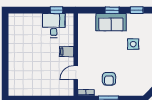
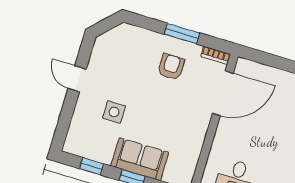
filing cabinet: (67, 52) -> (227, 133), removed
door: (76, 73) -> (223, 93), width x1.88

